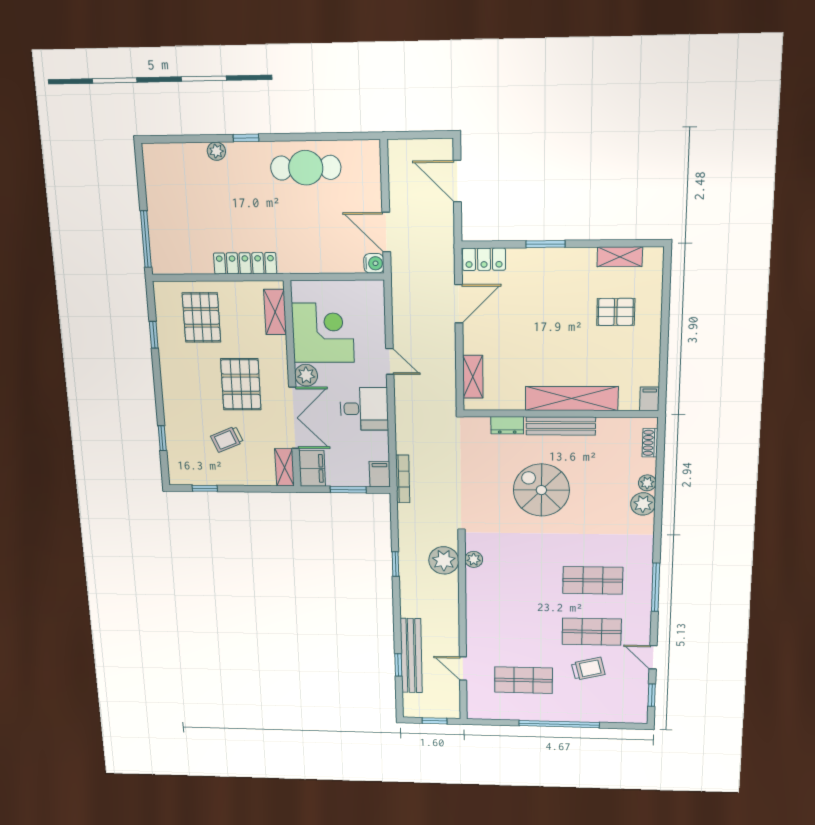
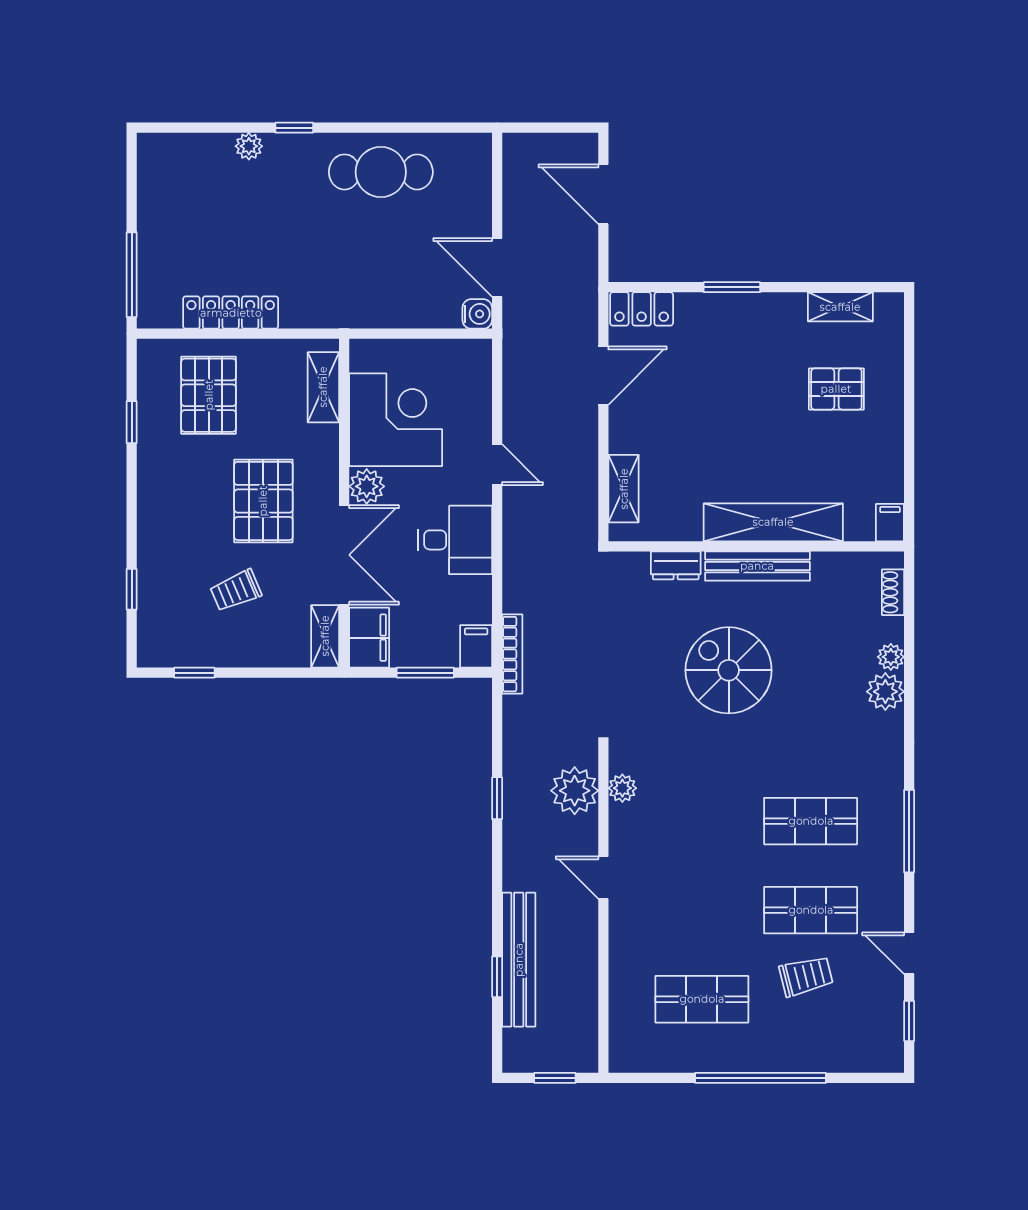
locker: (245, 263) -> (231, 313), moved
door: (463, 669) -> (603, 878), moved

